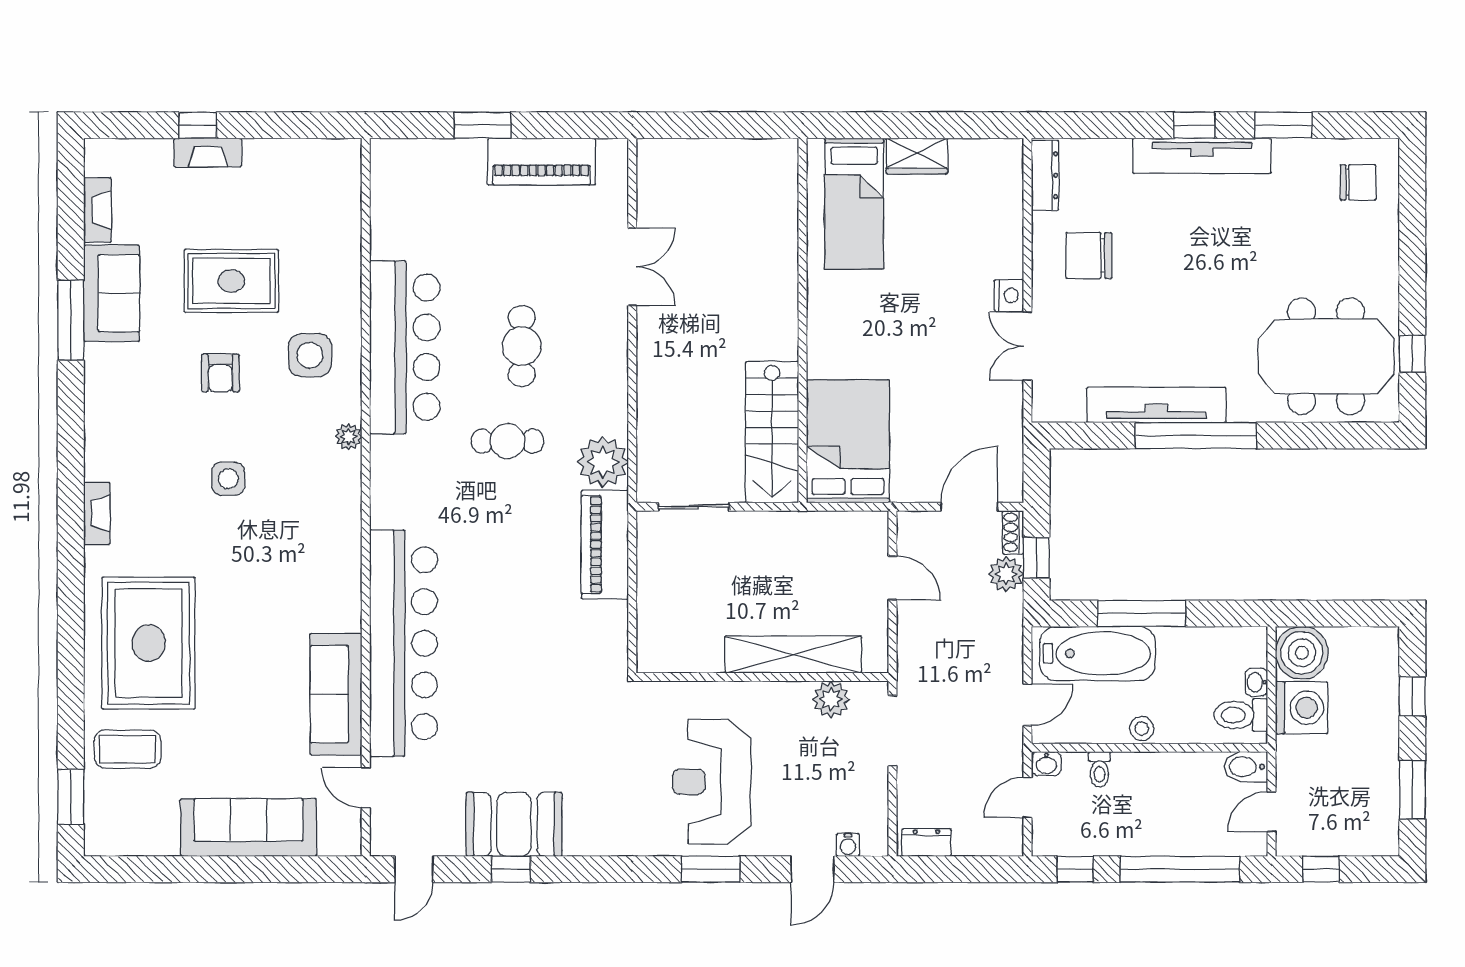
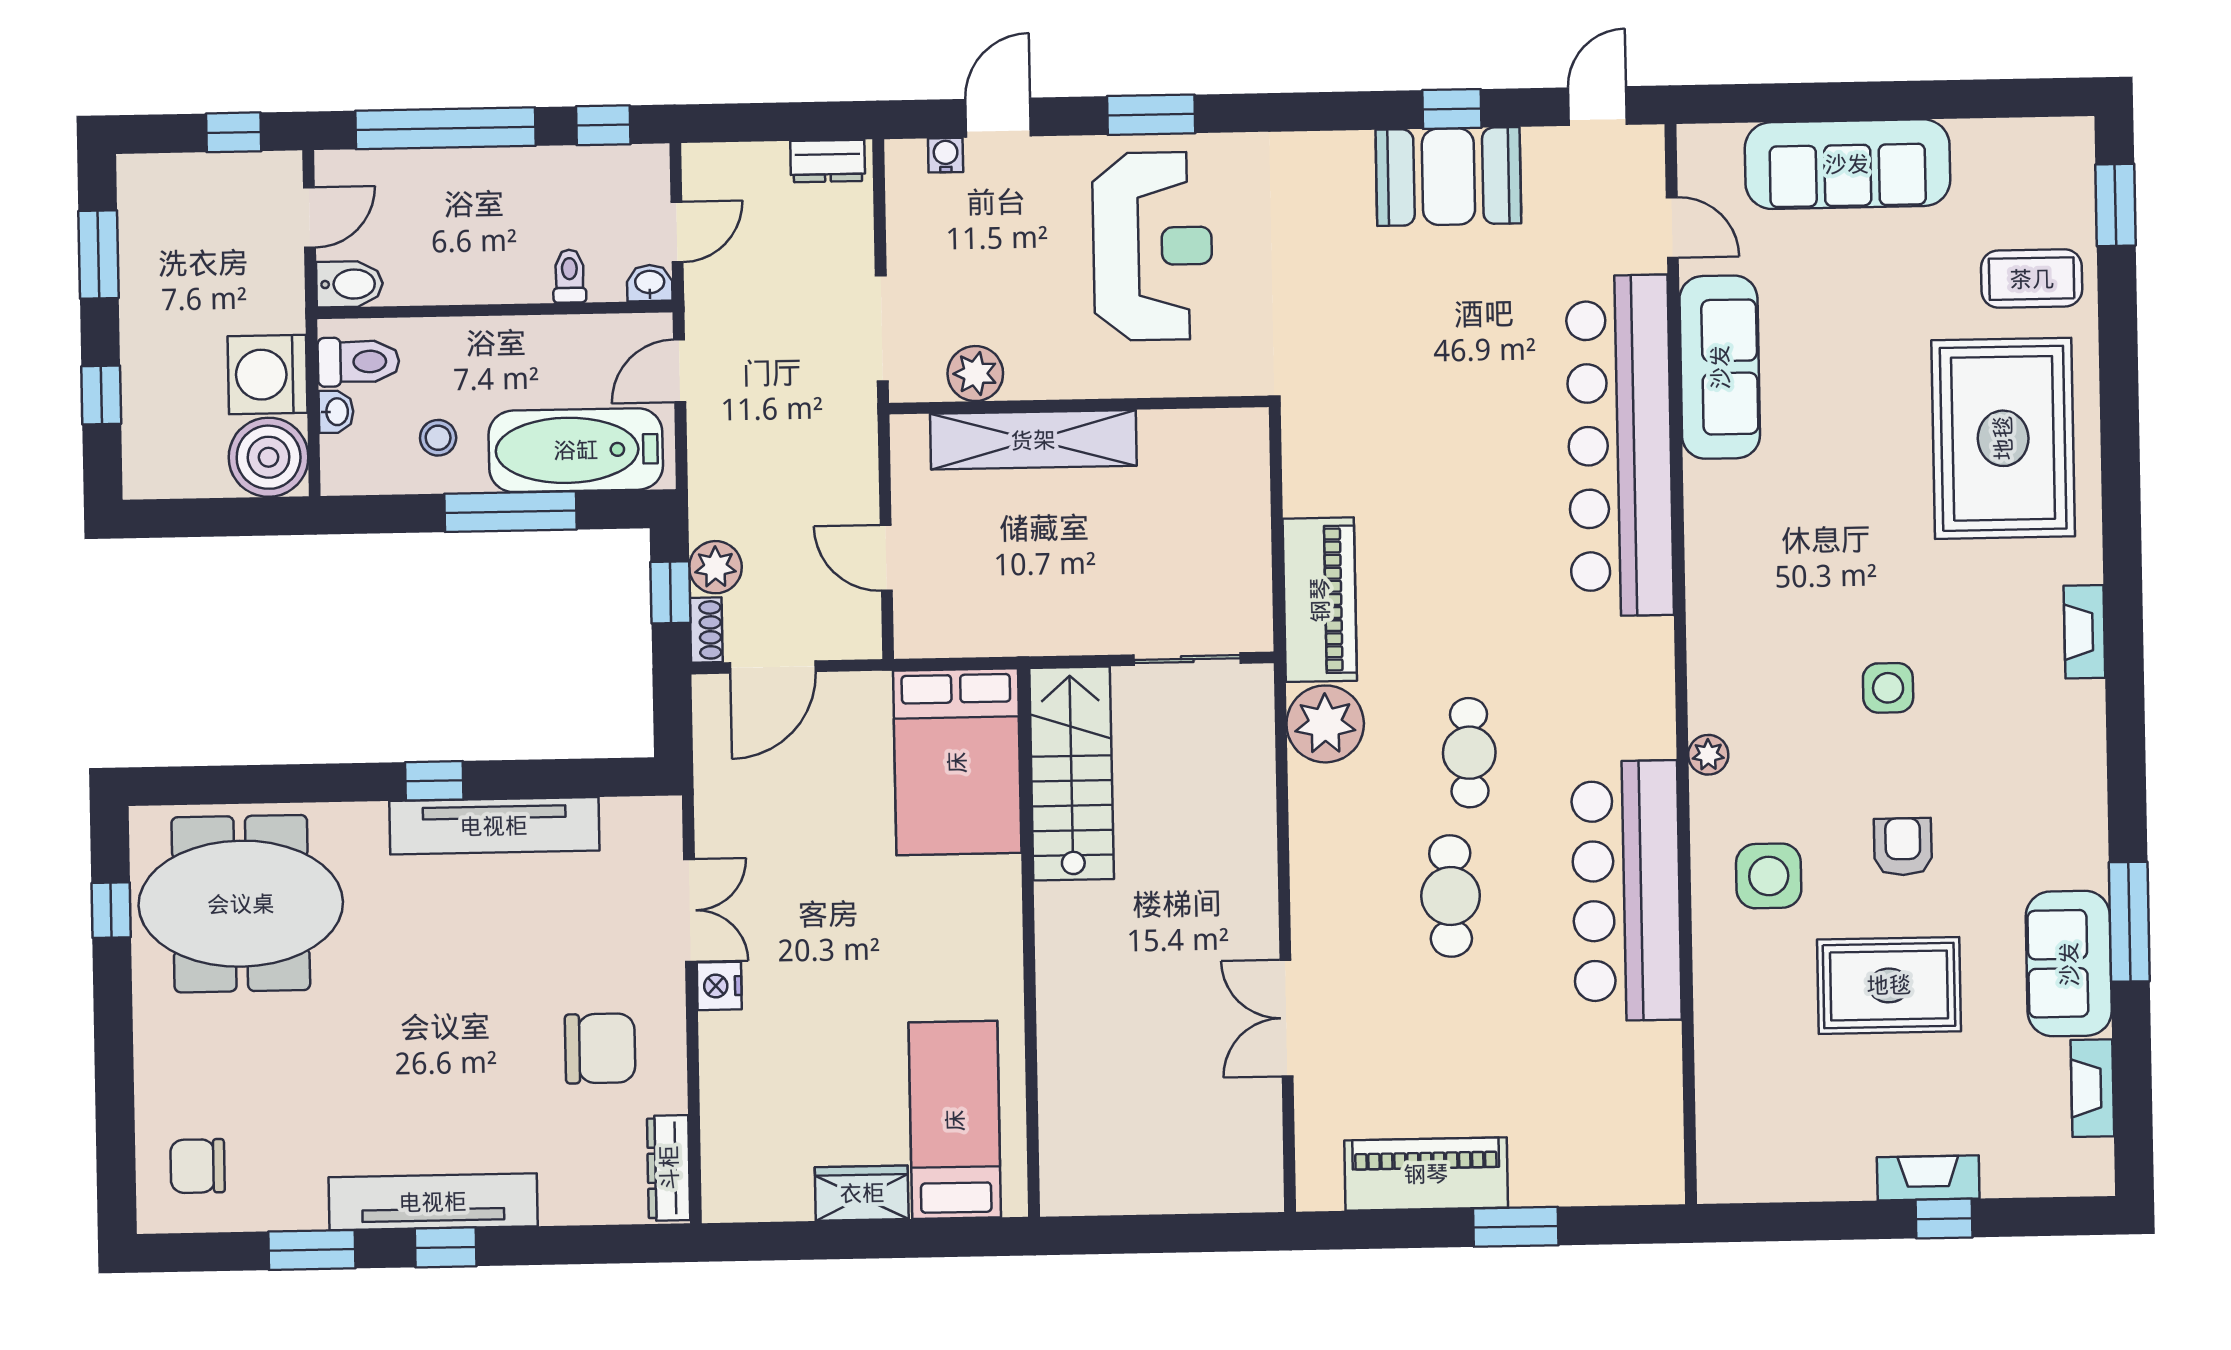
window: (1196, 436) -> (434, 781), width x0.32
cafe table: (507, 441) -> (1469, 753), turned 90
stool: (1142, 729) -> (438, 438), moved

